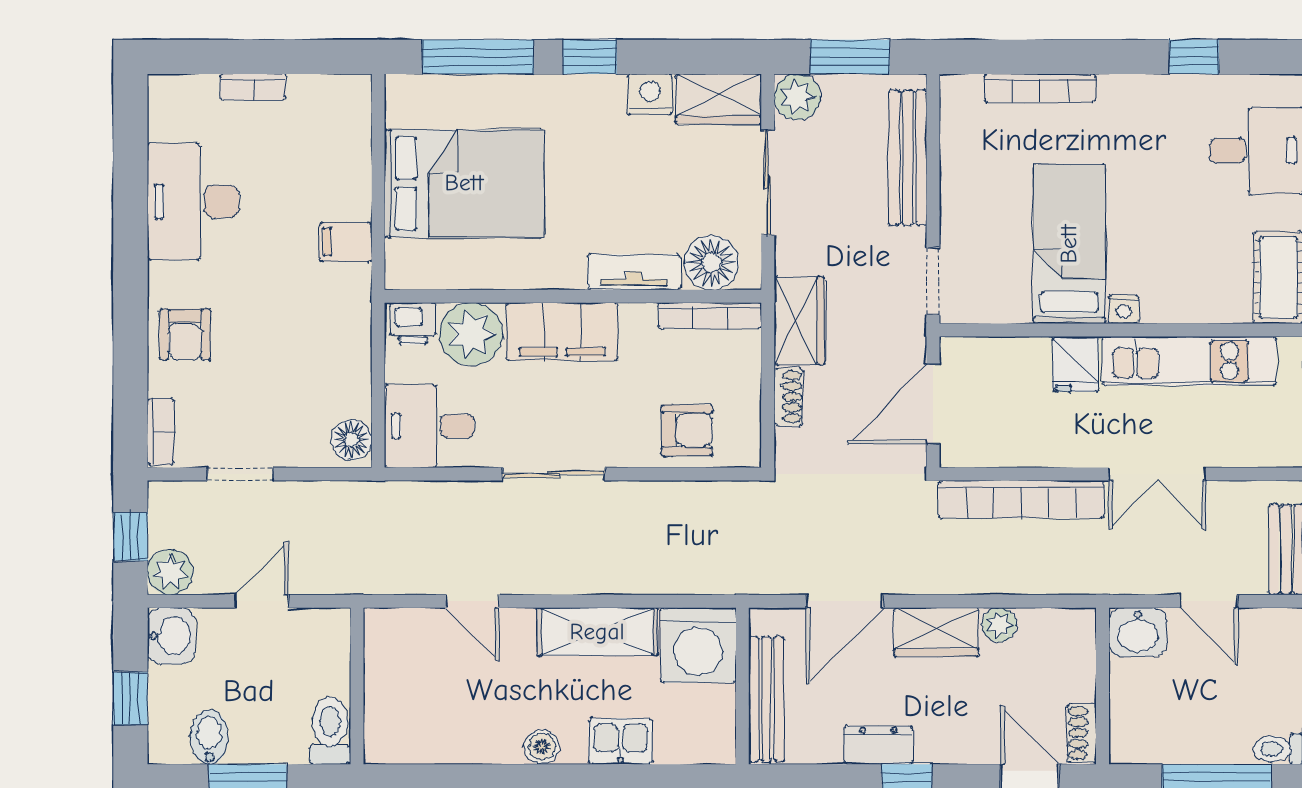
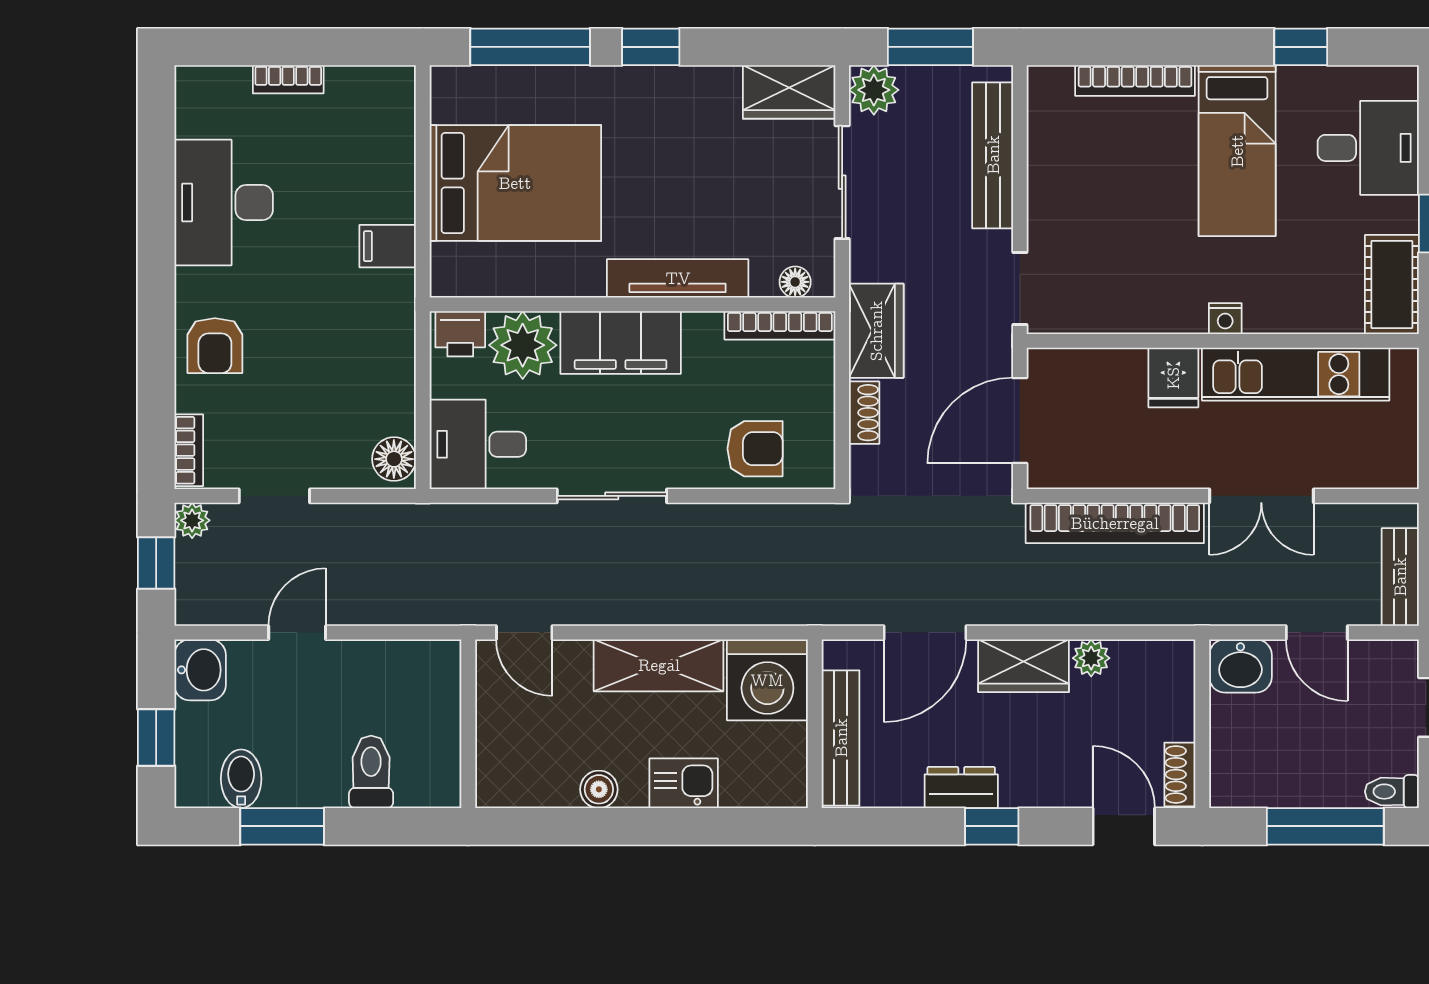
nightstand: (650, 94) -> (715, 87), removed
bed: (1069, 244) -> (1237, 151), moved, turned 180
floor lamp: (711, 263) -> (795, 282), width x0.53, depth x0.53
tv unit: (634, 272) -> (678, 278), width x1.41
plant: (170, 572) -> (192, 520), moved, width x0.73, depth x0.73
wall: (357, 686) -> (468, 724), moved

